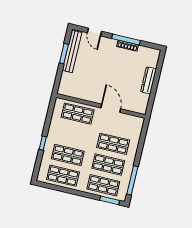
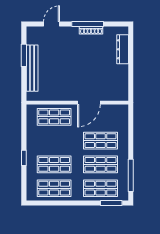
door: (94, 32) -> (52, 24), swing flipped
bench: (72, 51) -> (32, 68), moved
dresser: (149, 80) -> (123, 49), moved
door: (111, 108) -> (89, 103), swing flipped

